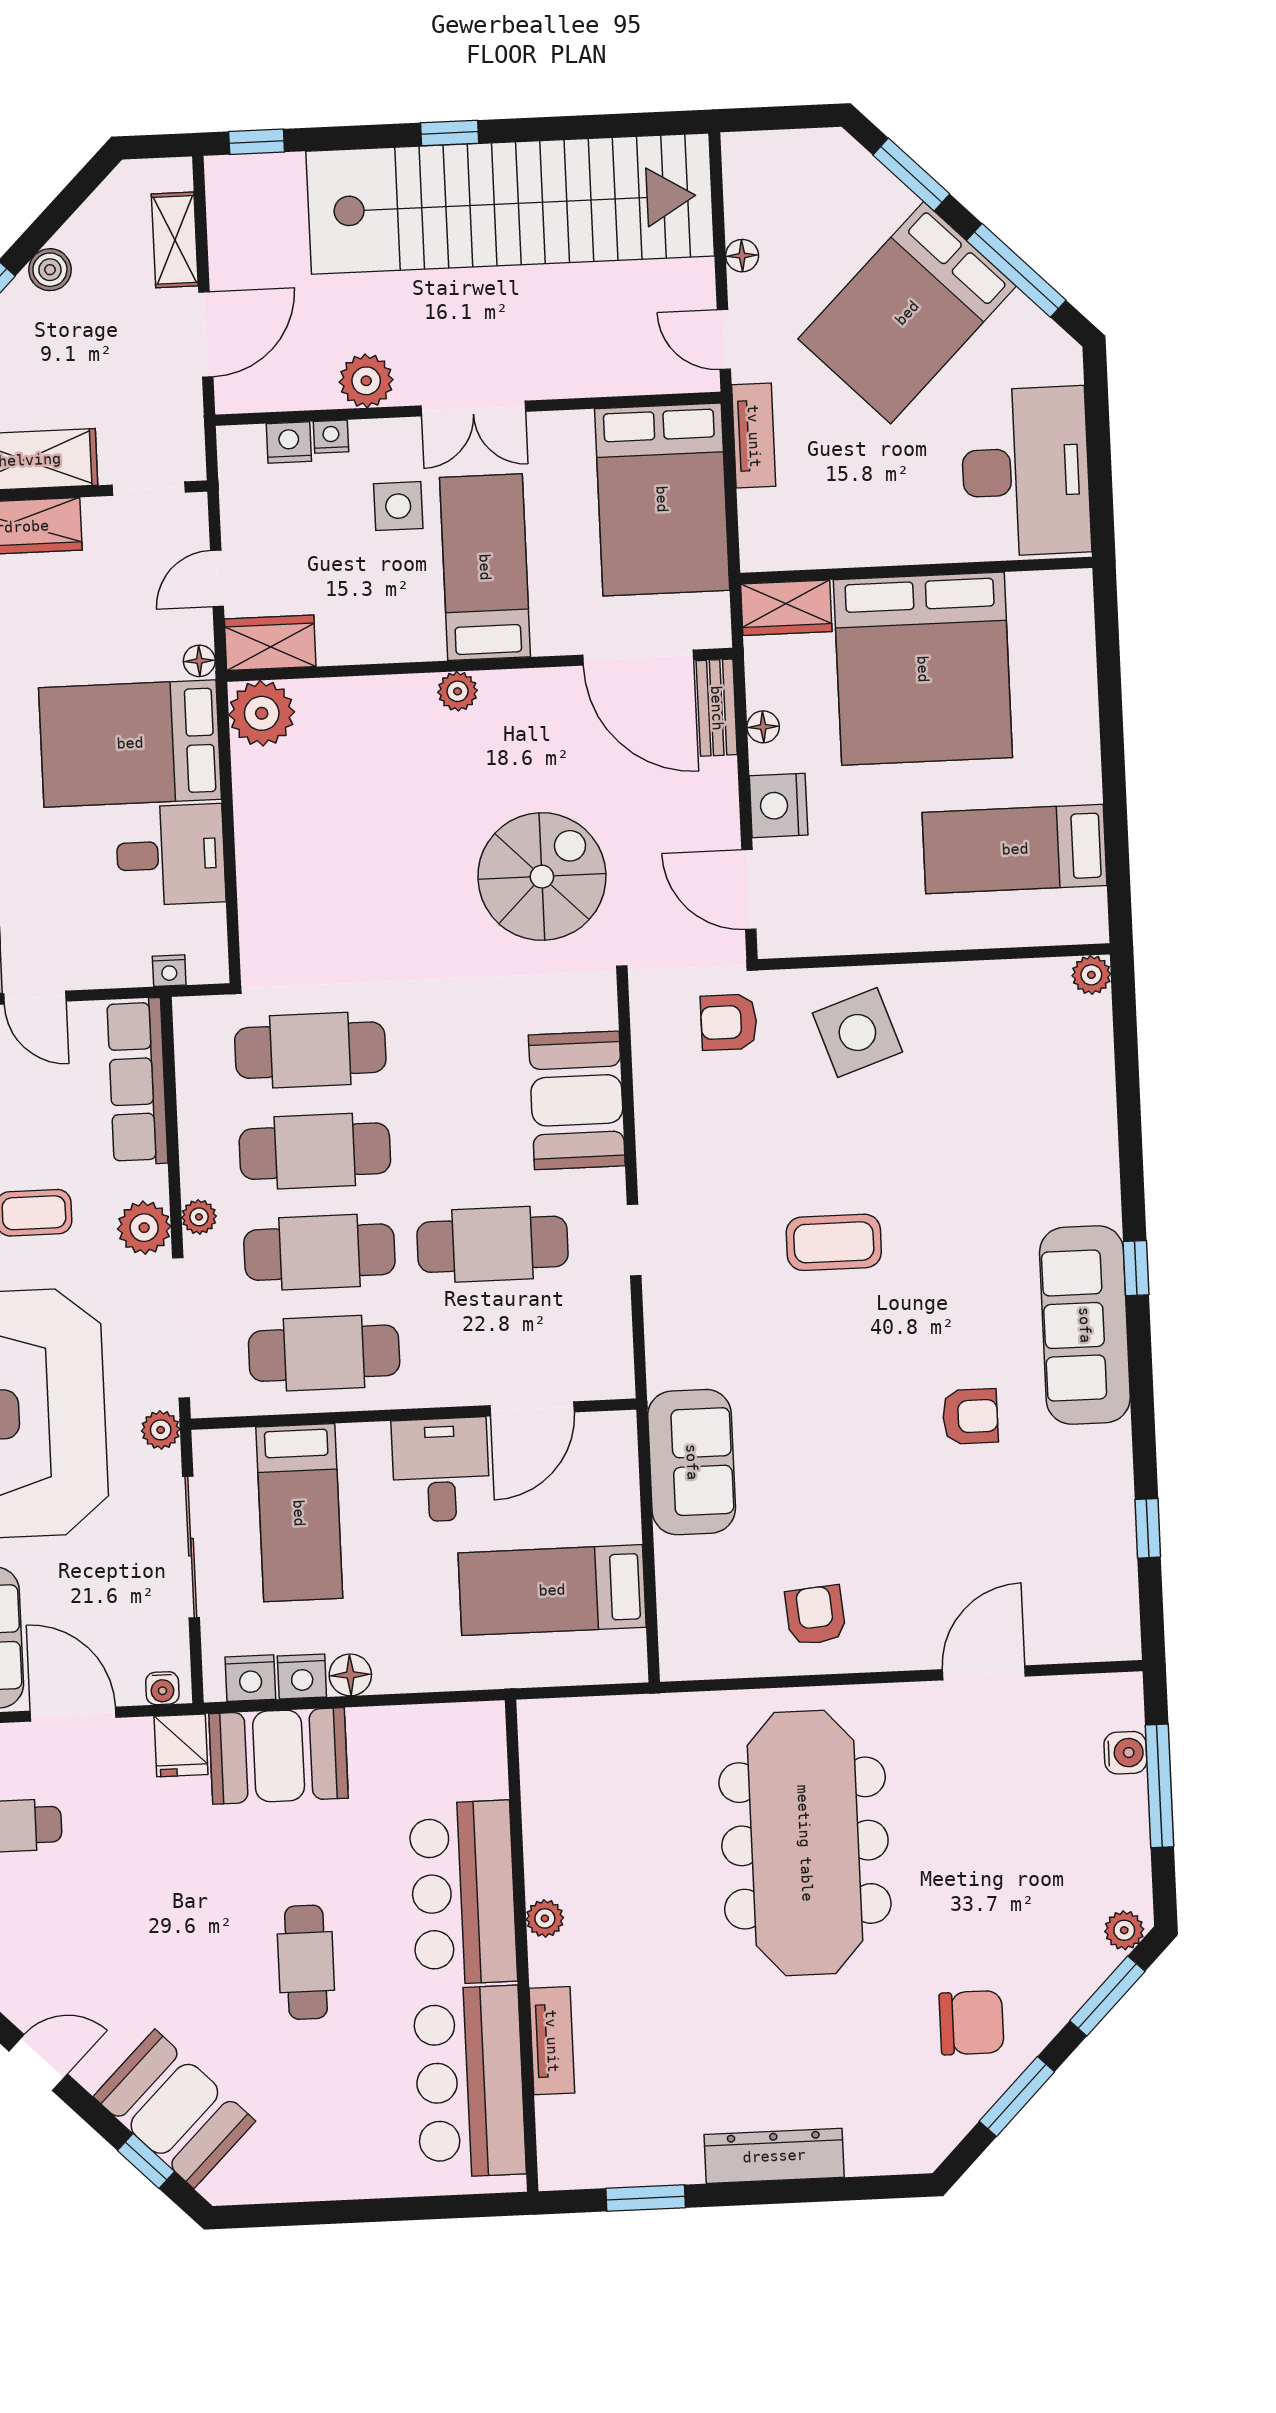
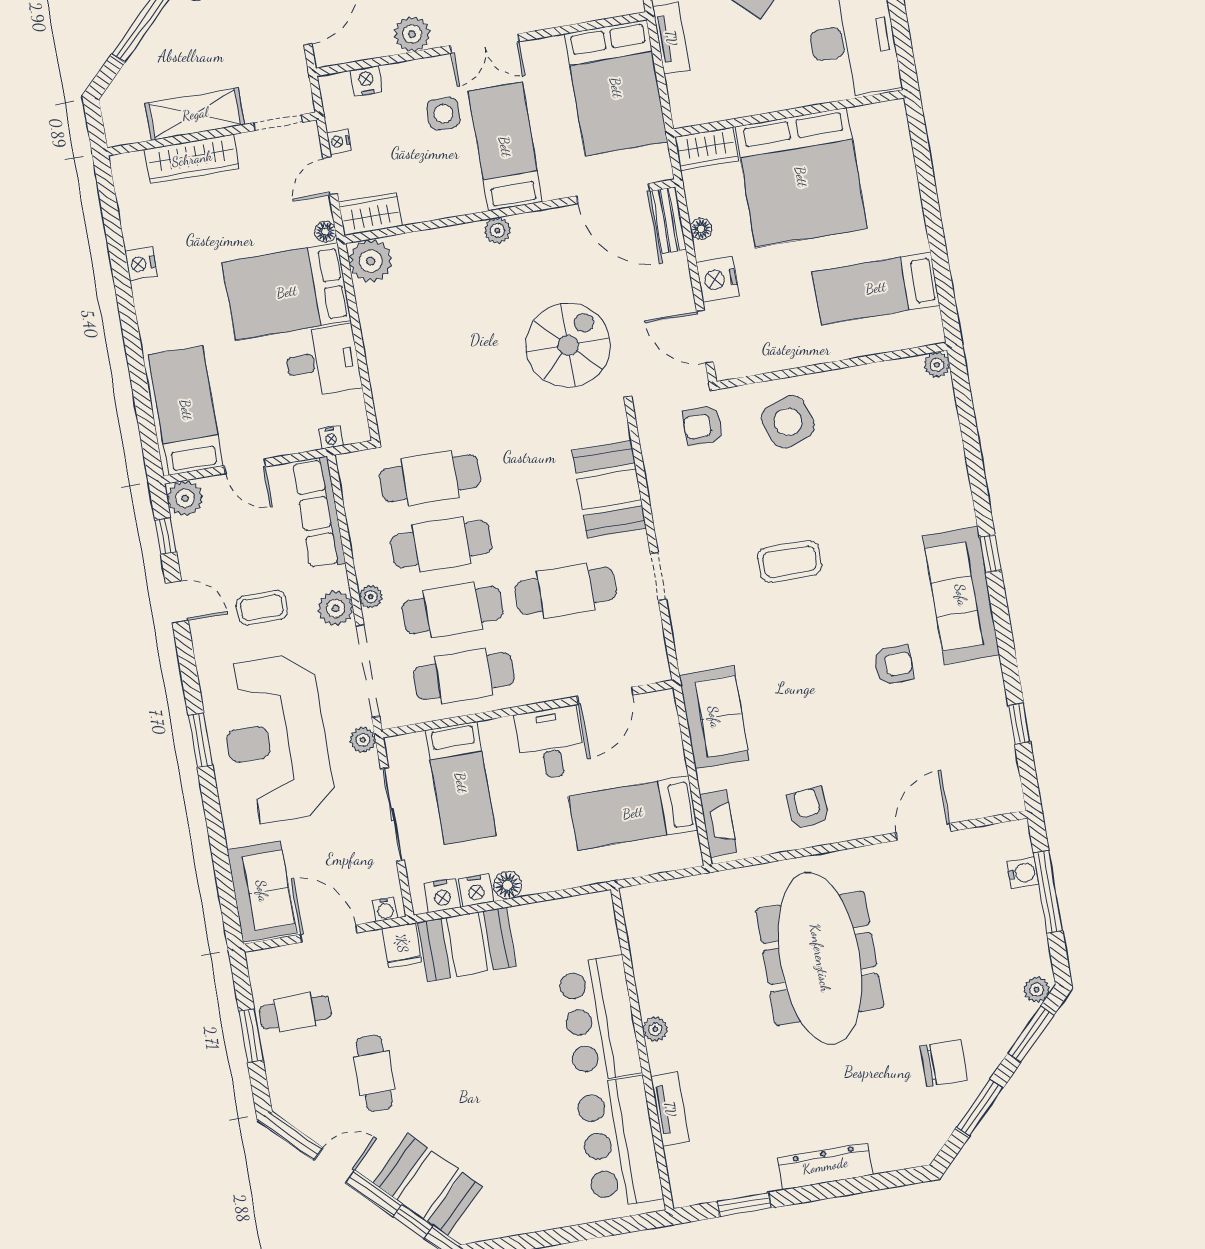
nightstand: (331, 437) -> (339, 141), moved, turned -90
fireplace: (678, 1621) -> (718, 823), added
cafe table: (306, 1962) -> (374, 1073), moved

